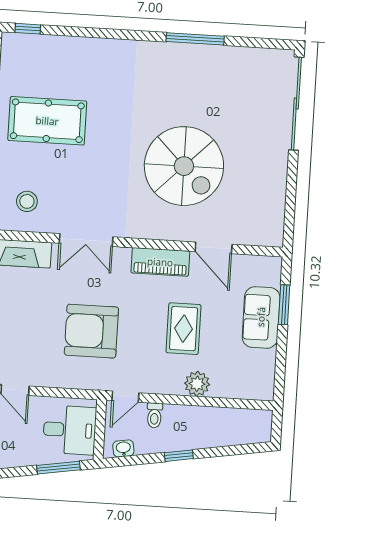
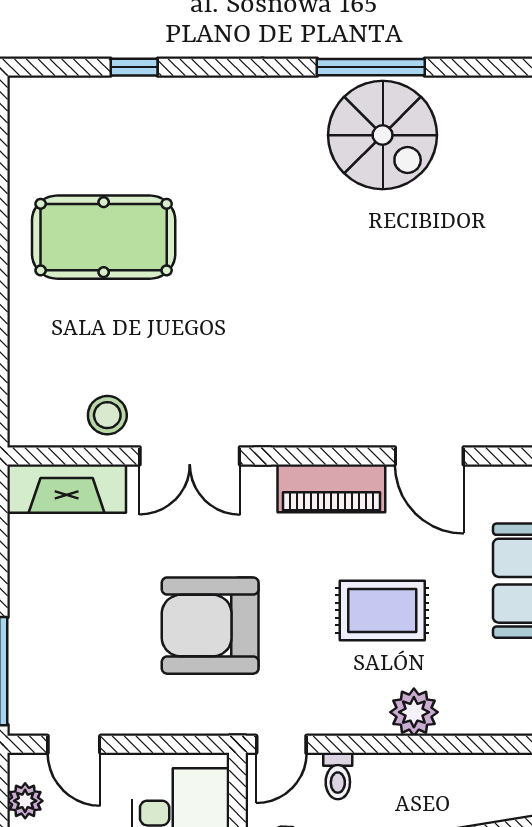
window: (28, 29) -> (134, 67), moved
spiral stairs: (184, 166) -> (383, 135), moved, width x0.73, depth x0.73
stool: (27, 201) -> (107, 415), moved
rug: (184, 329) -> (382, 610), turned 90

